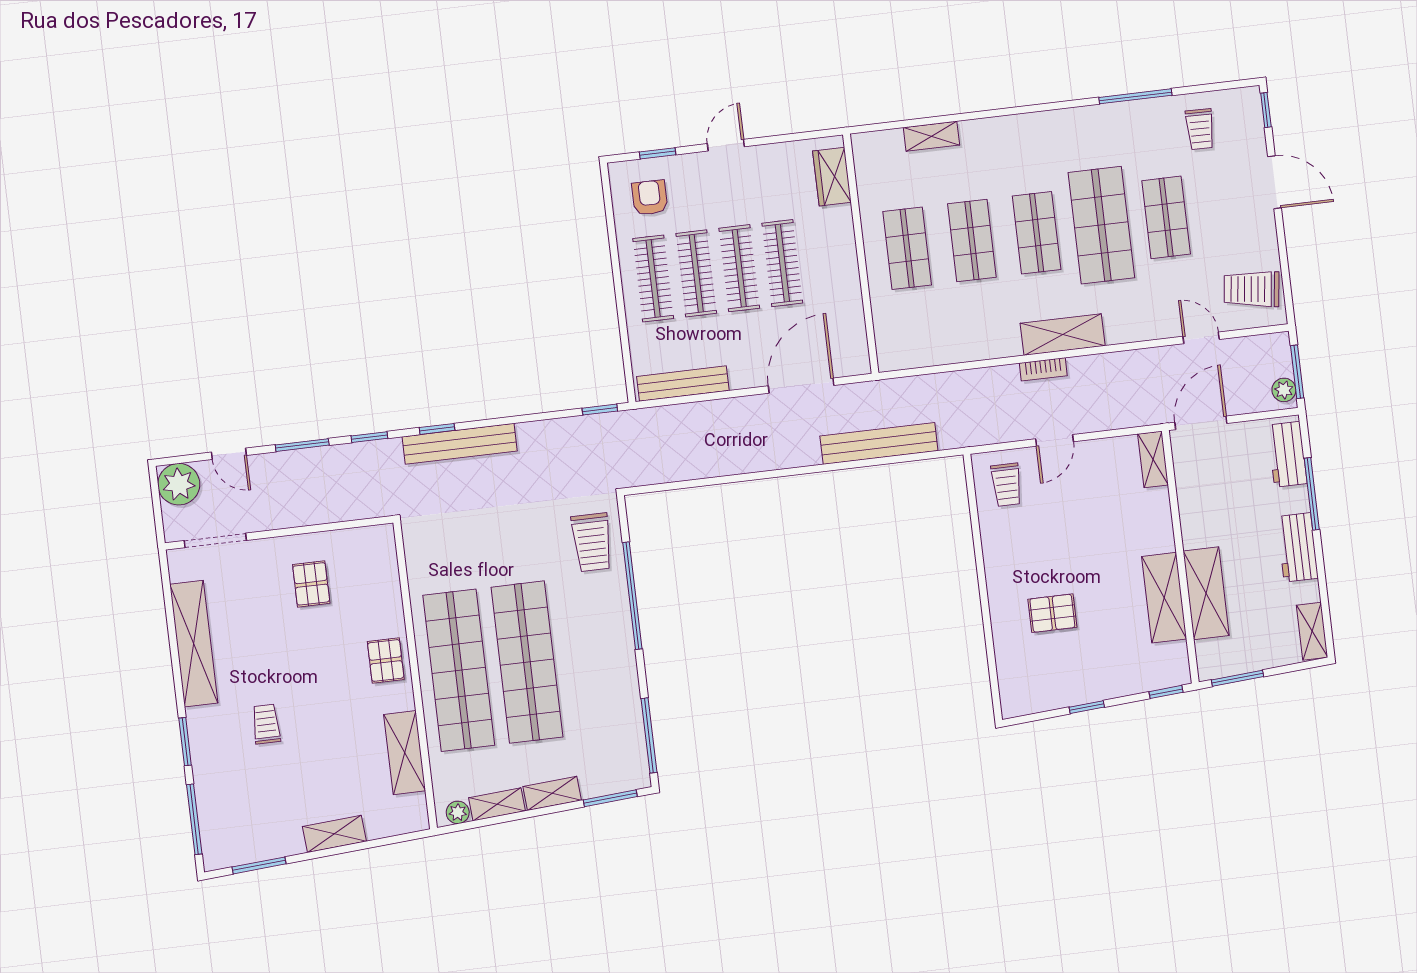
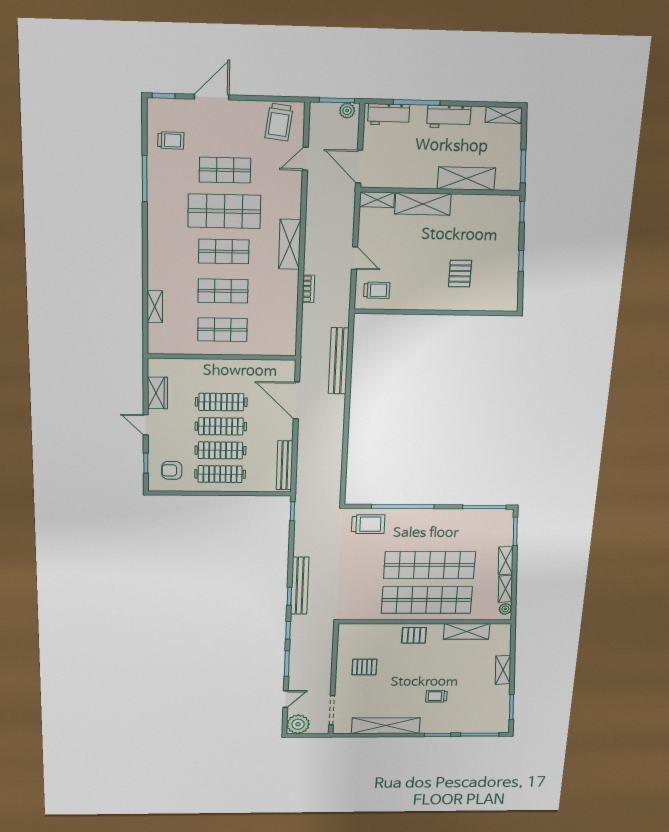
wardrobe: (832, 177) -> (158, 393), moved, turned -90
bookcase: (1043, 369) -> (308, 289), moved
shelving: (1164, 598) -> (423, 204), moved

